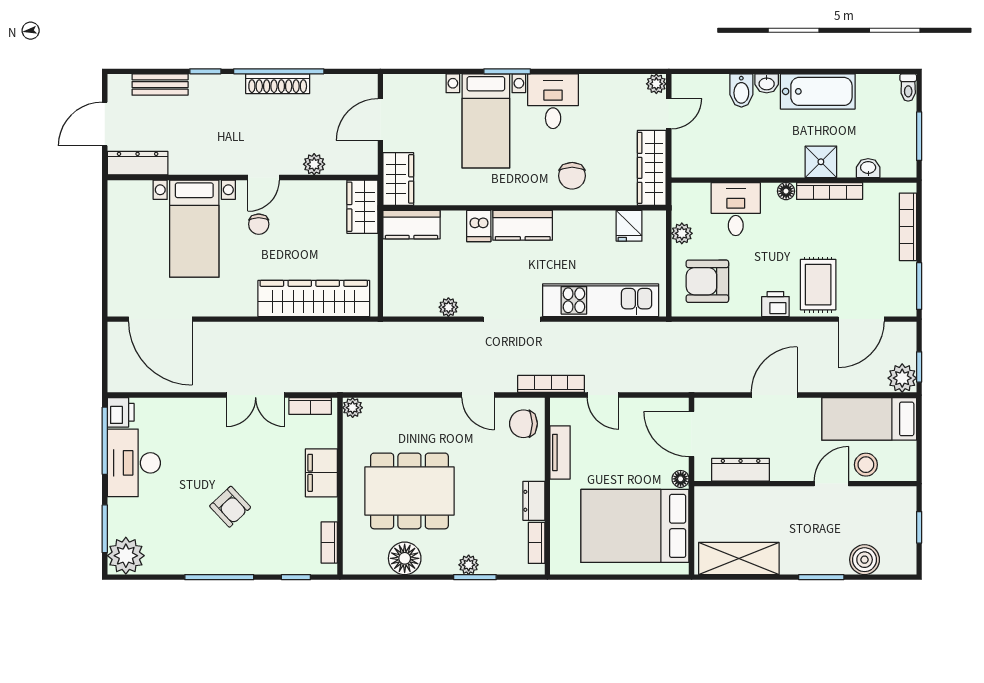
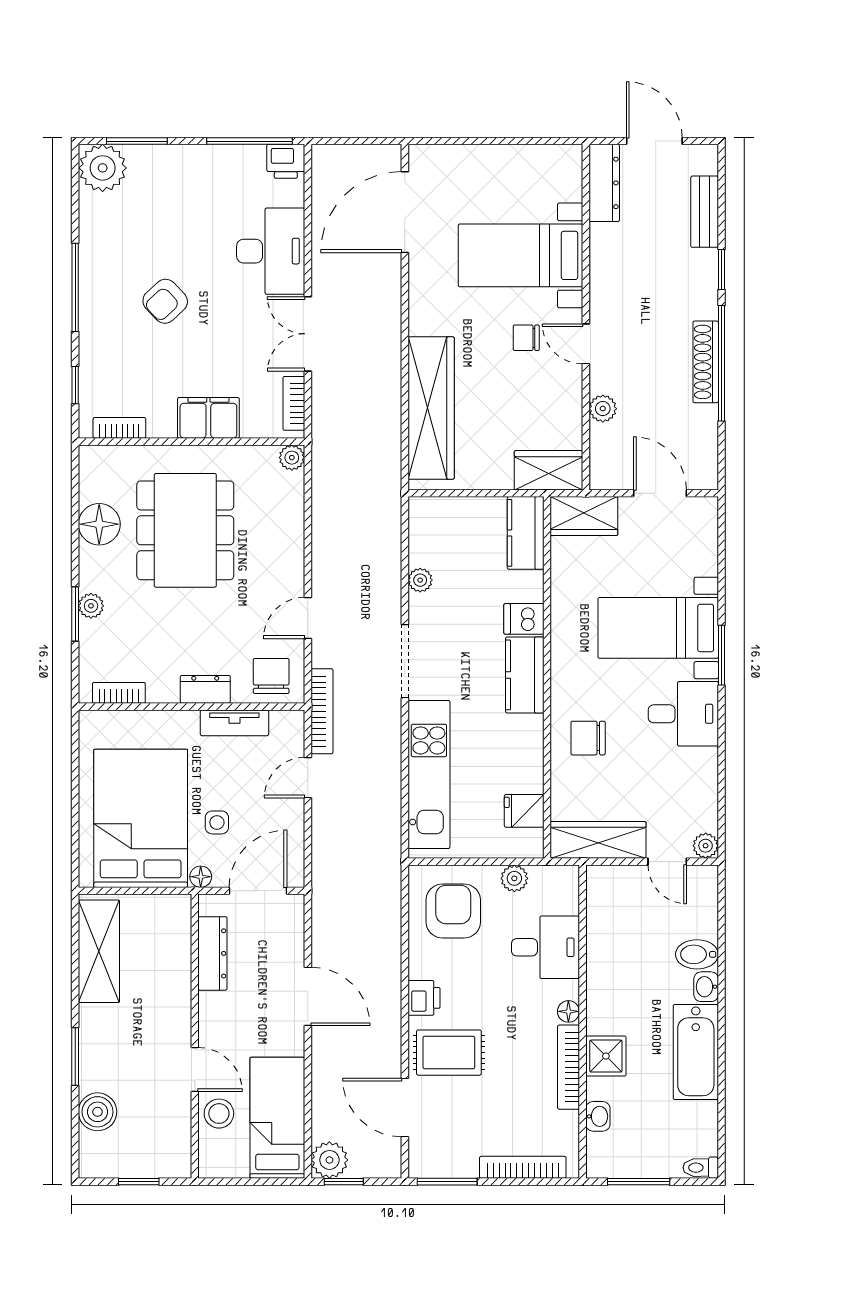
desk: (134, 463) -> (271, 251), moved, turned 90
side table: (638, 466) -> (217, 822), added
dresser: (534, 501) -> (205, 689), moved

